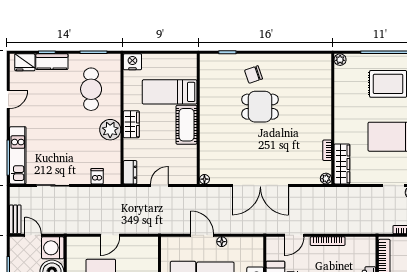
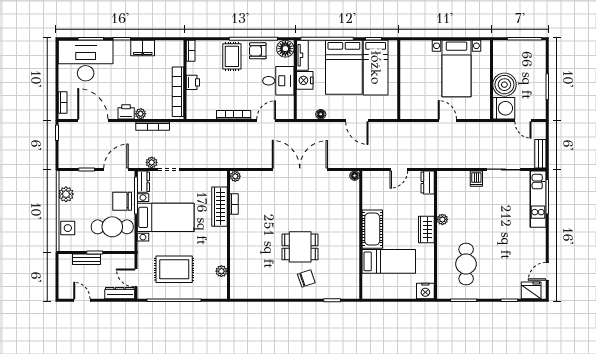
plant: (340, 60) -> (221, 271), moved
kitchen counter: (52, 62) -> (505, 291), removed
door: (8, 99) -> (547, 271), moved
plant: (110, 130) -> (442, 219), width x0.53, depth x0.53
wardrobe: (342, 164) -> (220, 207), moved
dishwasher: (97, 176) -> (476, 179), moved
bench: (15, 219) -> (540, 154), moved
door: (110, 235) -> (447, 120), hinge flipped
floor lamp: (222, 242) -> (321, 114), moved

